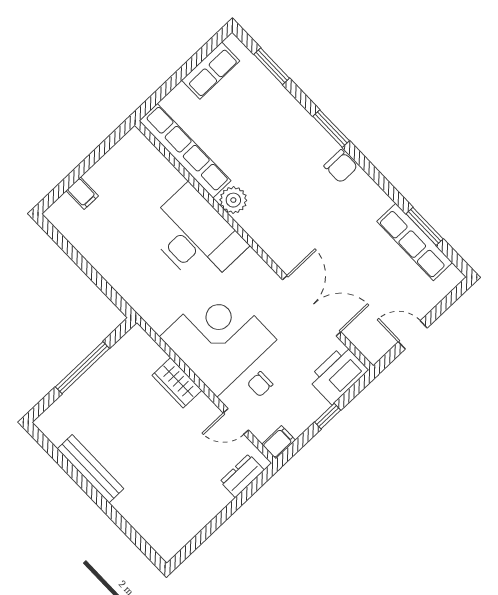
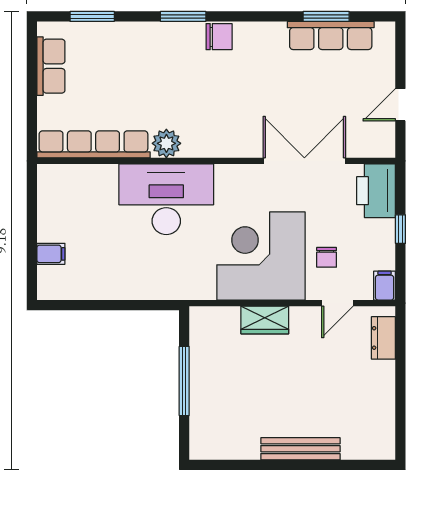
bench: (91, 469) -> (300, 449), moved

